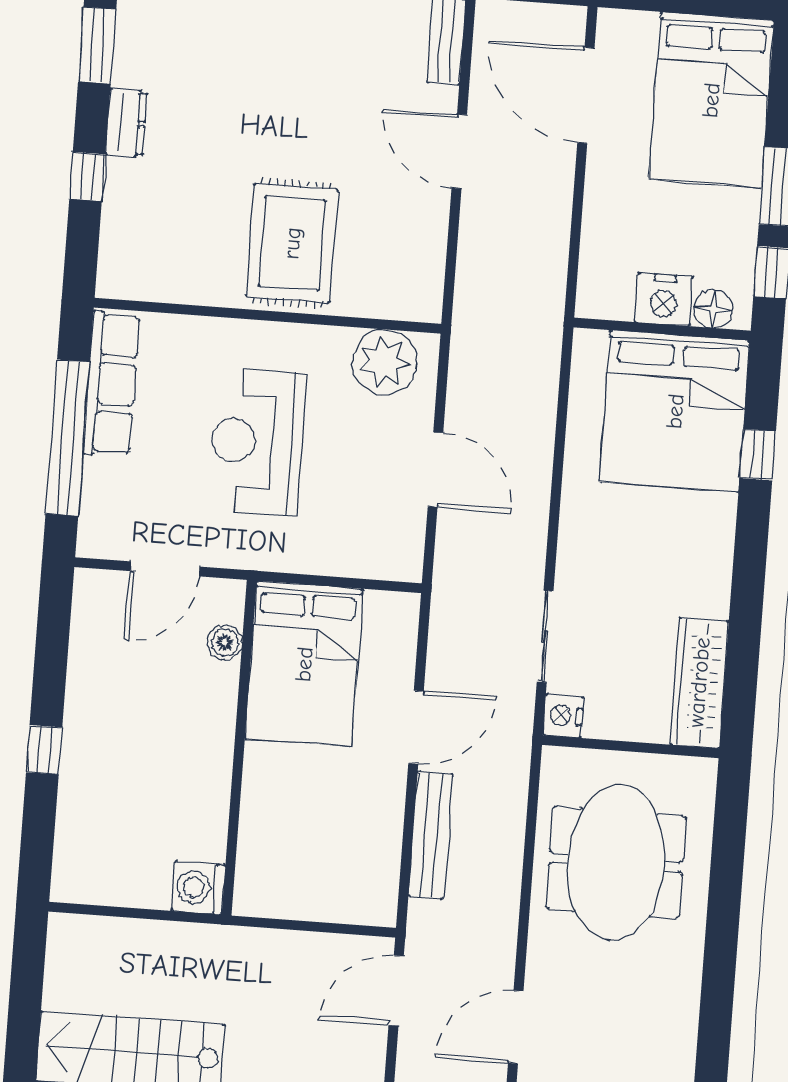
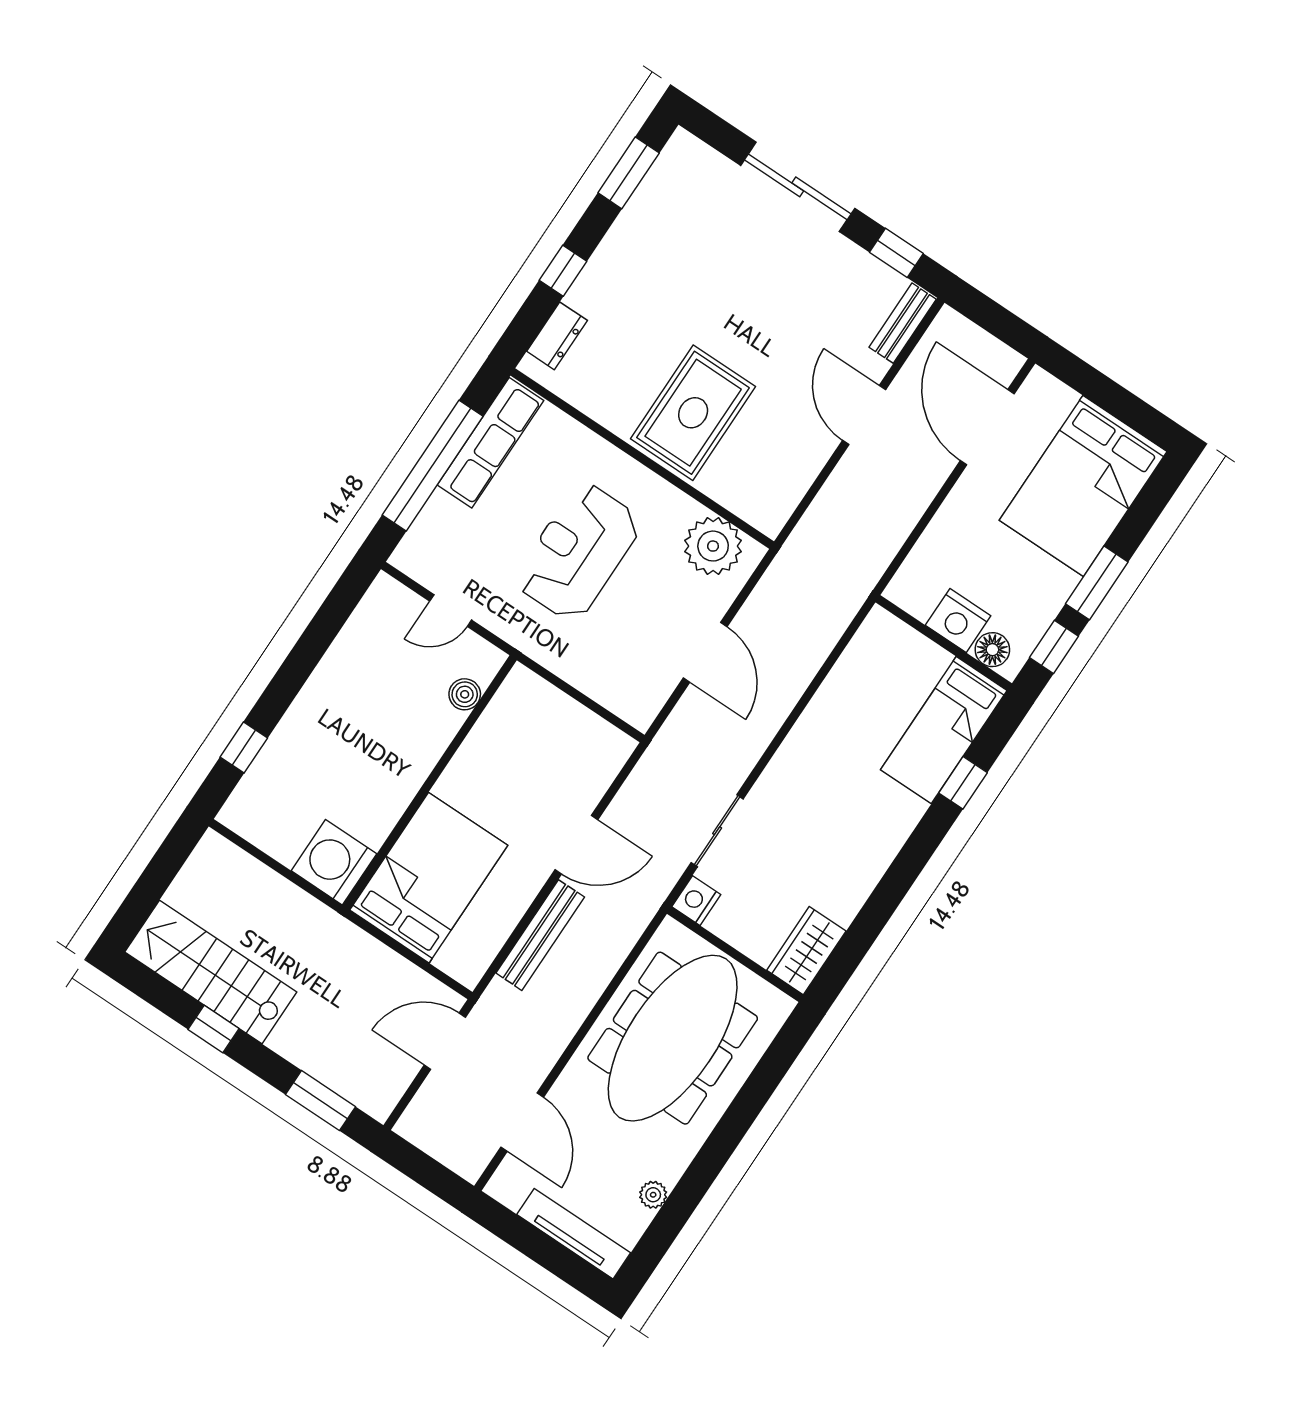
dresser: (126, 123) -> (557, 336), moved
bed: (675, 411) -> (944, 730), width x0.49
door: (165, 569) -> (451, 611), width x0.73
bed: (304, 664) -> (429, 878), moved, turned 180
wardrobe: (699, 682) -> (806, 951), width x0.67
window: (44, 750) -> (244, 748), moved
meeting table: (616, 862) -> (673, 1038), width x1.36
washing machine: (199, 888) -> (334, 862), width x1.37, depth x1.37
plant: (683, 1025) -> (653, 1195), added
door: (516, 1027) -> (522, 1122), swing flipped

